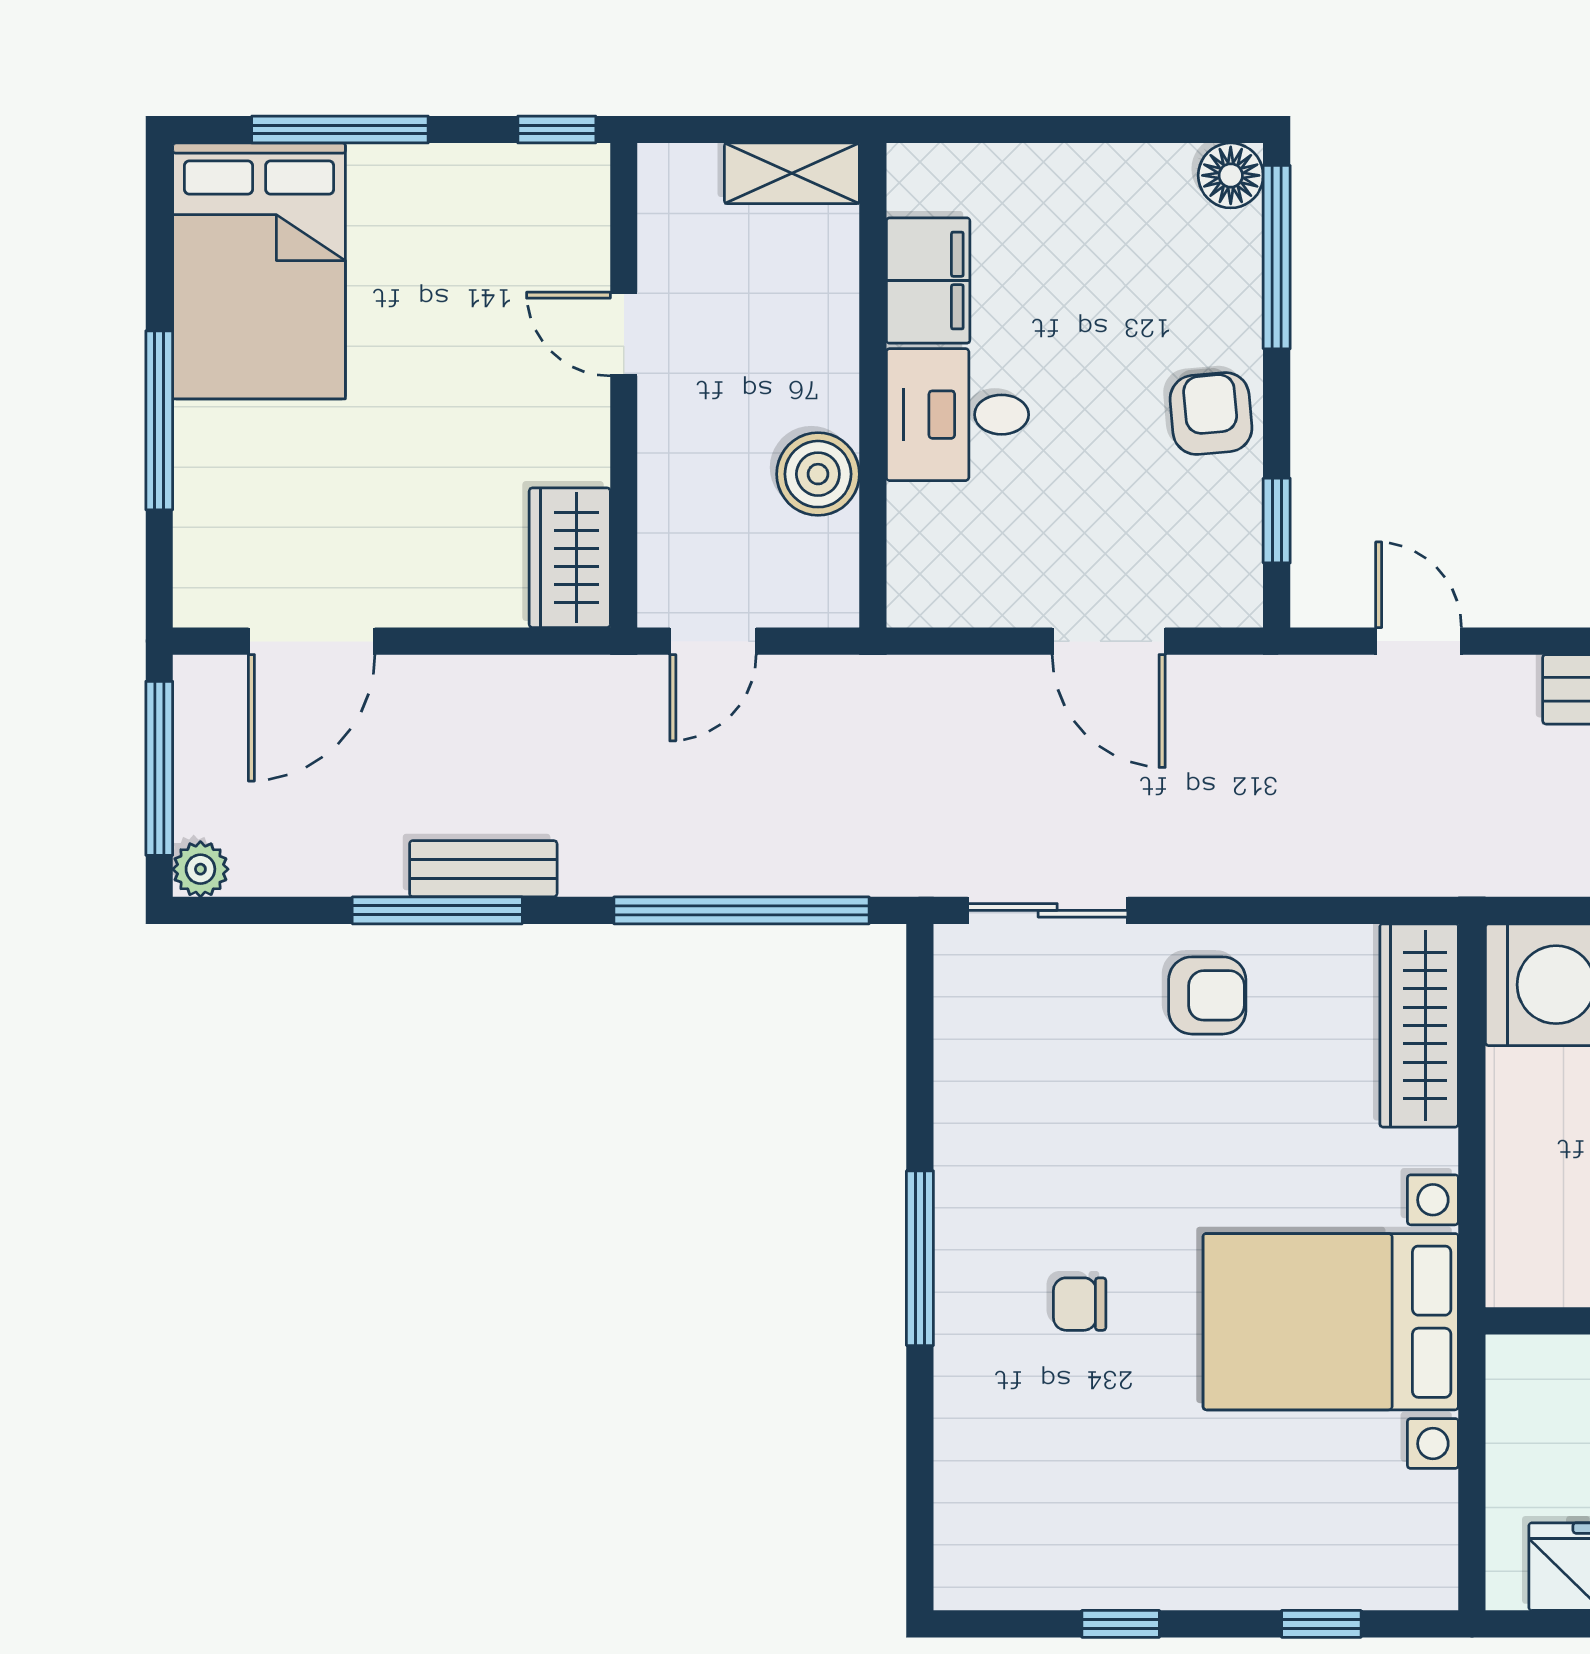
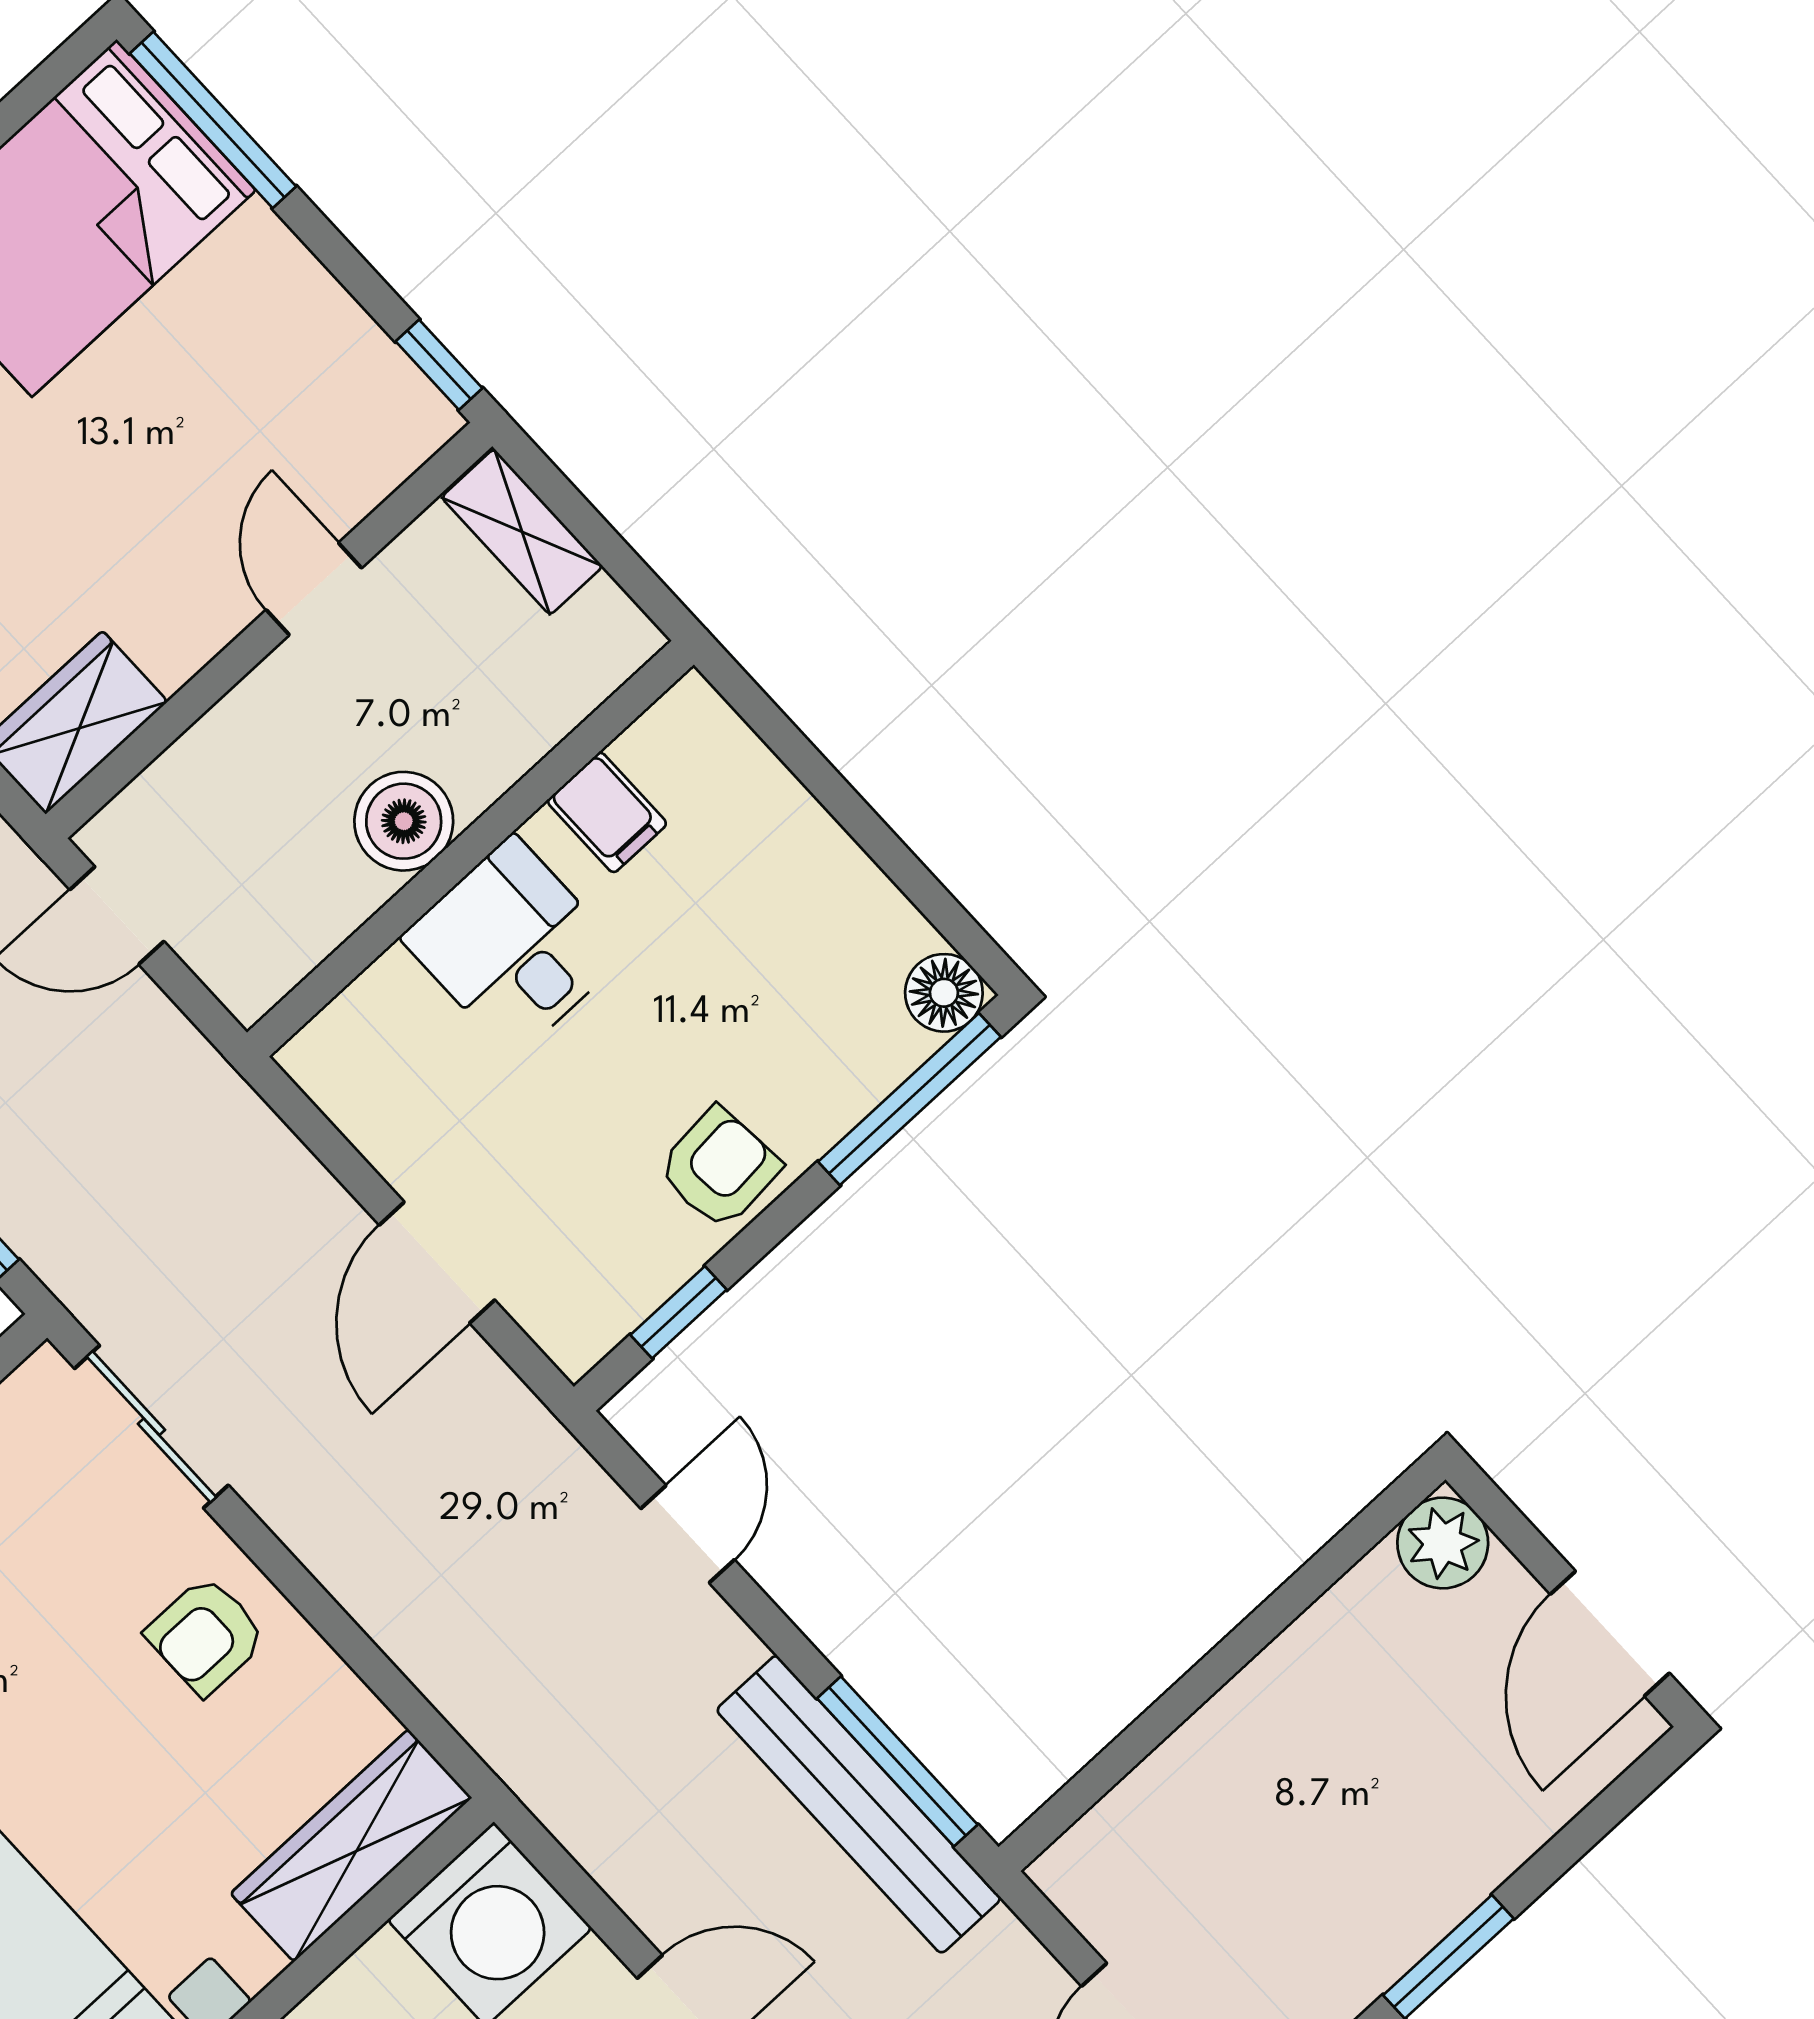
window: (340, 129) -> (213, 120), moved
shelving: (792, 173) -> (522, 532), moved
filing cabinet: (928, 281) -> (607, 812), width x0.50
boiler: (818, 474) -> (404, 821), moved
armchair: (1207, 995) -> (206, 1636), turned 90

